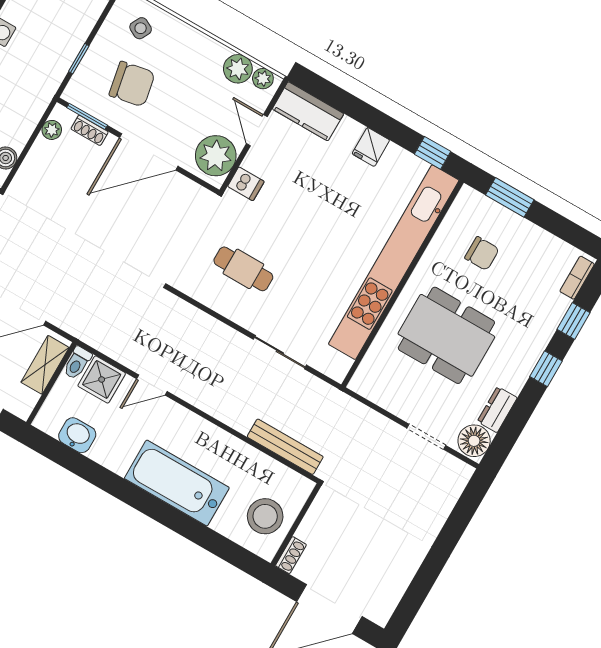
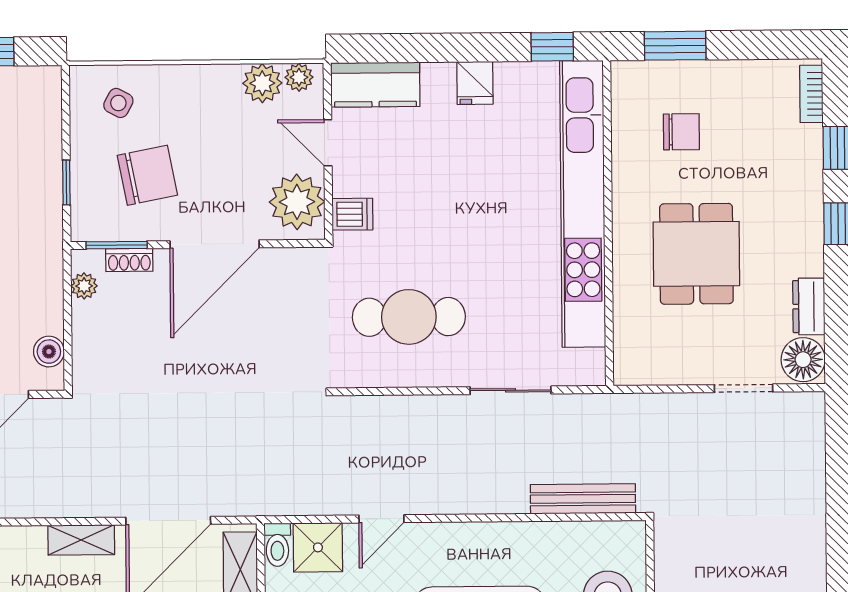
cafe table: (243, 269) -> (409, 317), width x1.37, depth x1.35
dining table: (446, 335) -> (696, 254), width x0.73

